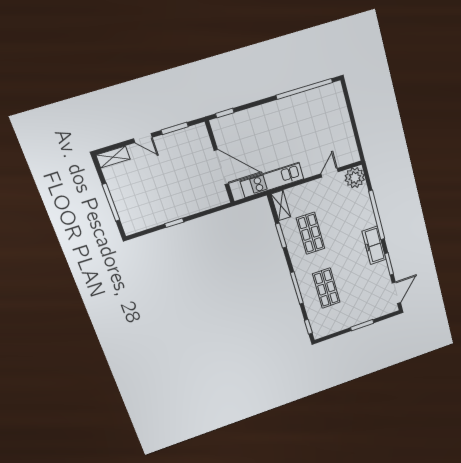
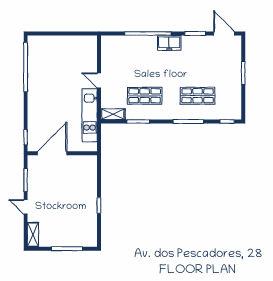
door: (143, 138) -> (26, 207), swing flipped
door: (221, 167) -> (52, 153), moved
door: (330, 173) -> (99, 81), moved
plant: (355, 178) -> (110, 44), removed
freezer: (374, 245) -> (169, 43), width x0.71

